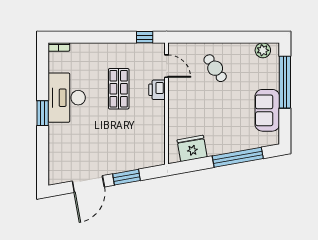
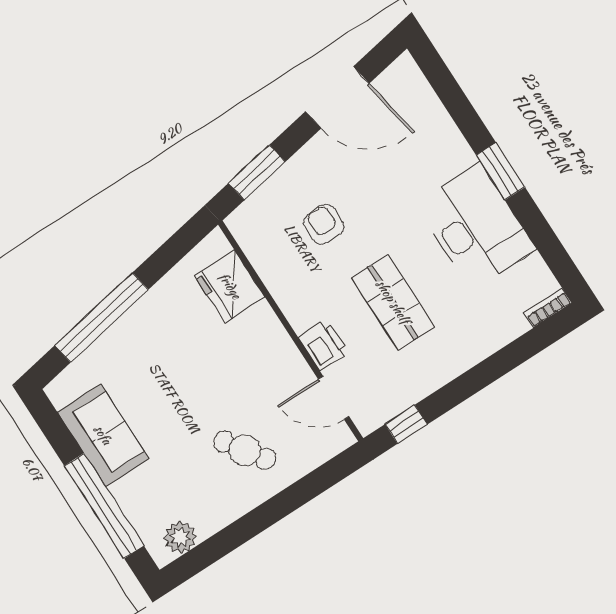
armchair: (126, 137) -> (324, 224), added
fridge: (192, 148) -> (230, 286), moved, turned 100
window: (127, 177) -> (257, 173), moved
door: (88, 184) -> (337, 97), swing flipped

